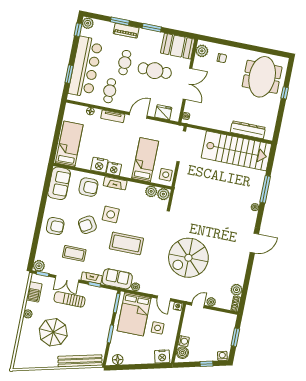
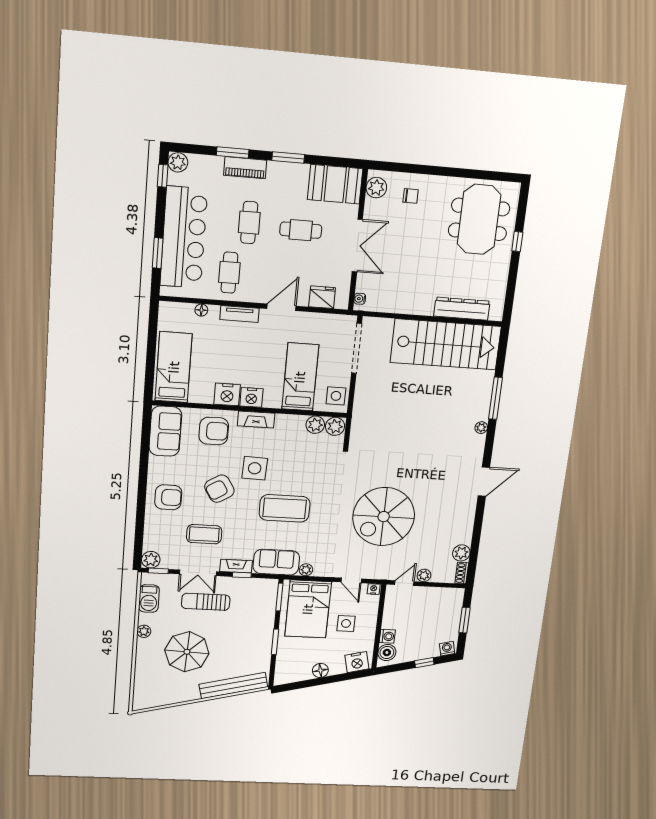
cafe table: (155, 71) -> (301, 230), width x0.73, depth x0.74
floor lamp: (118, 360) -> (320, 670), moved

